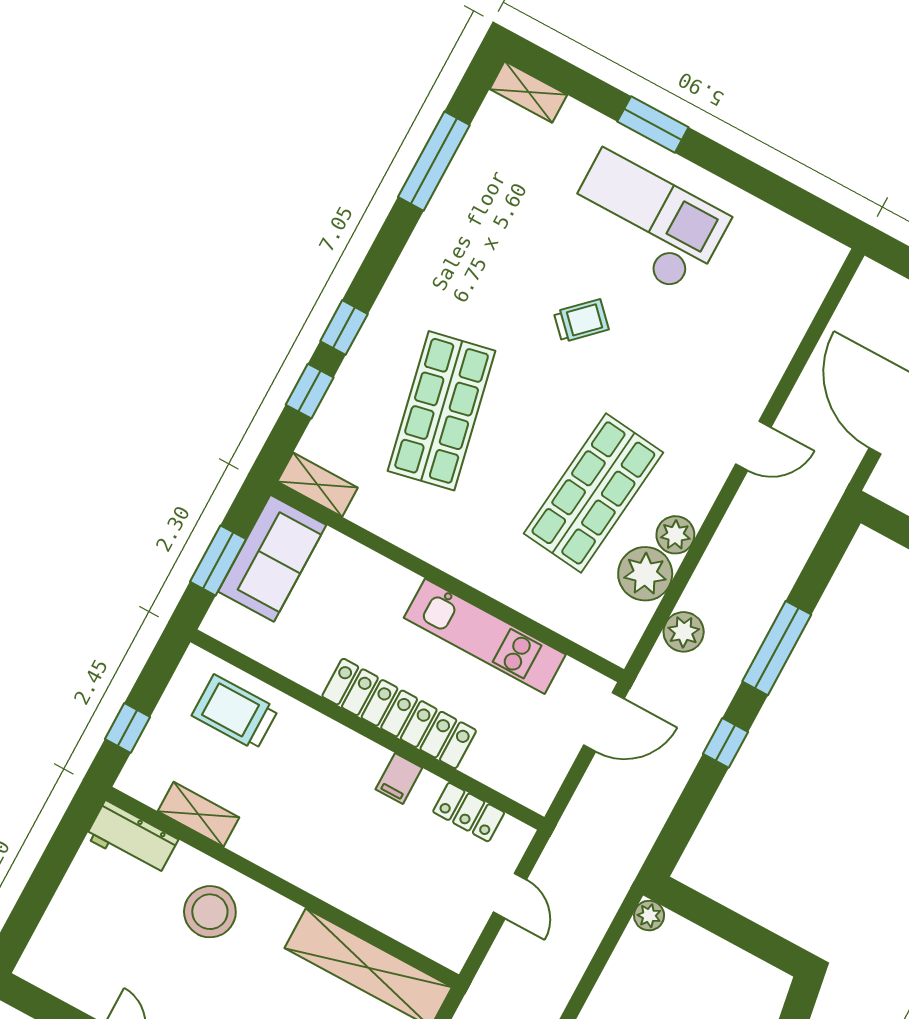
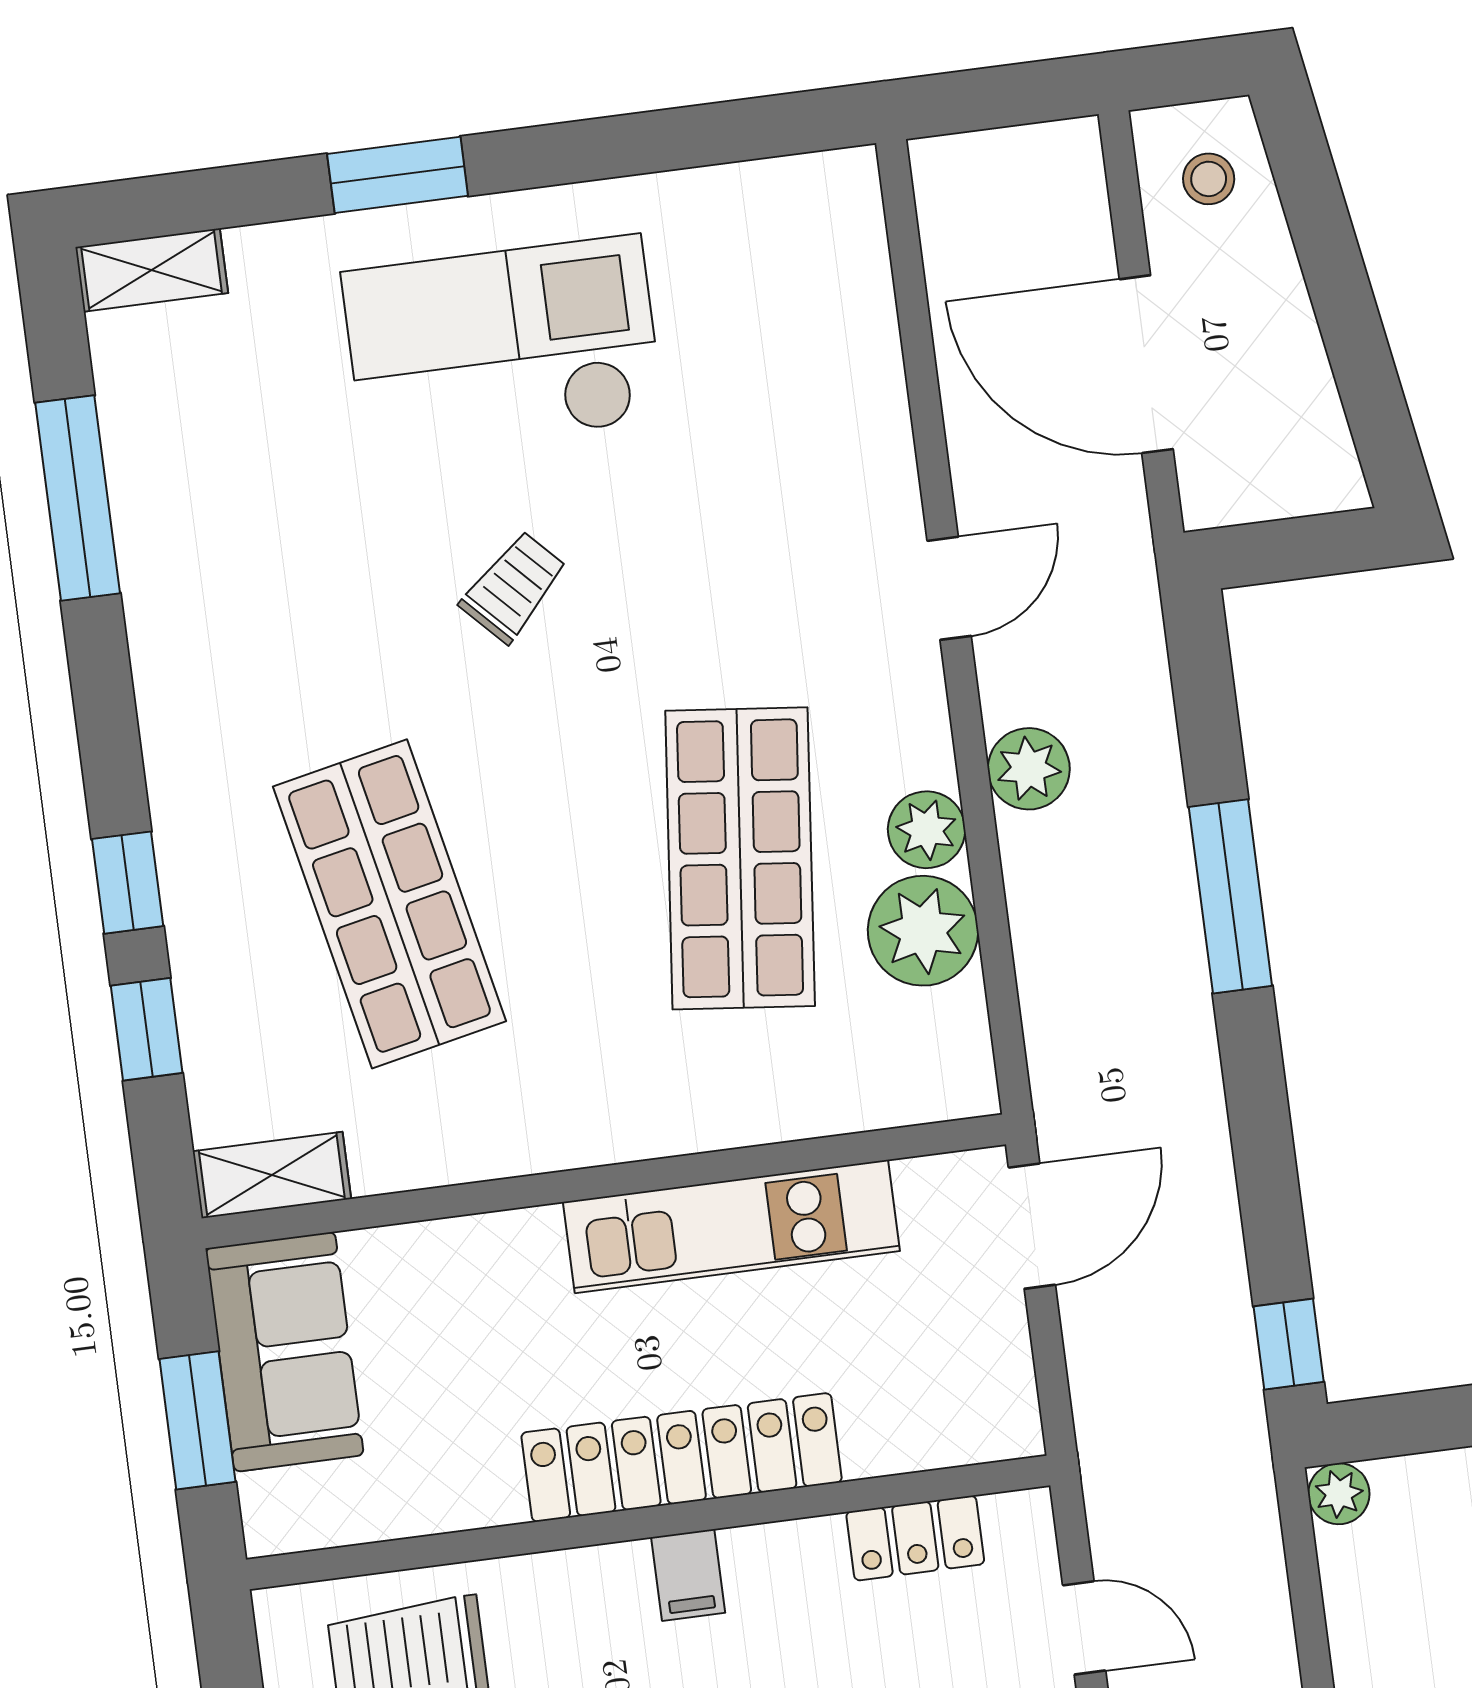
plant: (684, 632) -> (1029, 769), moved
window: (725, 743) -> (1289, 1344), moved
filing cabinet: (399, 779) -> (688, 1575), moved

